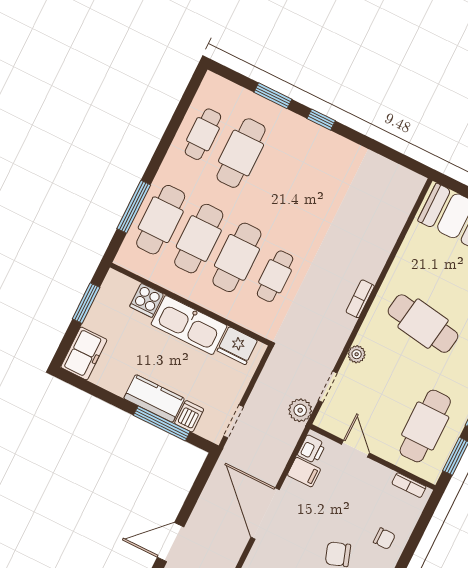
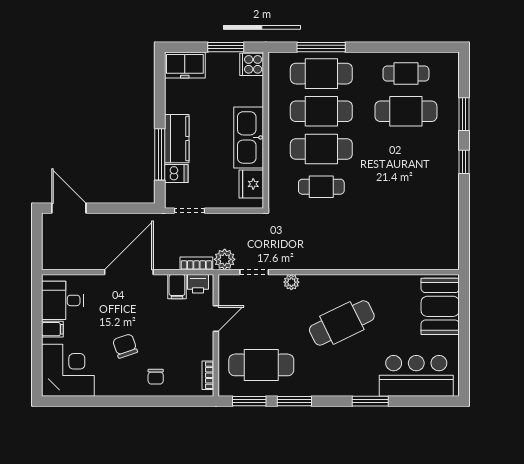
bookcase: (360, 299) -> (196, 263), moved
cooker: (147, 300) -> (252, 64), moved
cafe table: (423, 324) -> (342, 323), turned 55

